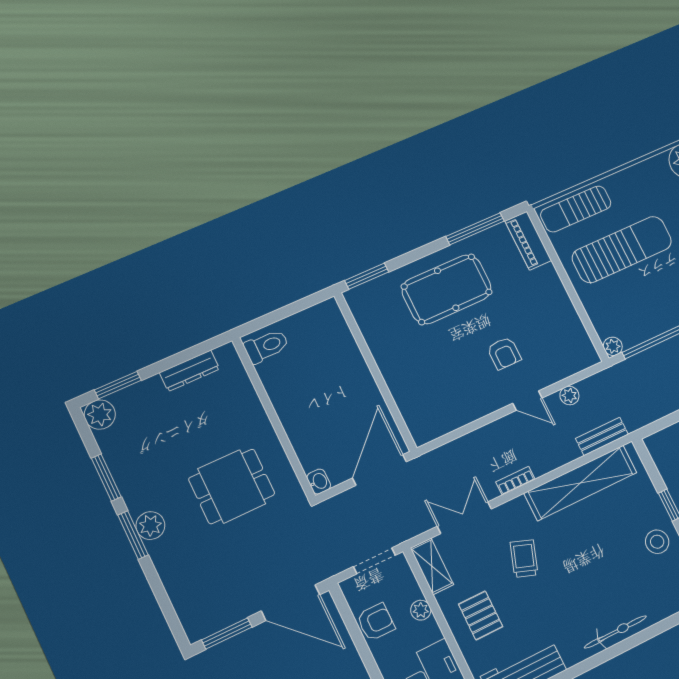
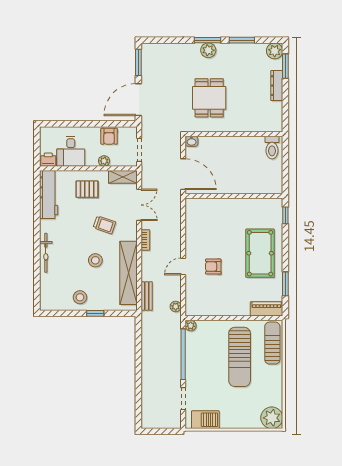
window: (475, 229) -> (285, 284), width x0.69
window: (367, 276) -> (285, 215), width x0.67
dresser: (189, 371) -> (277, 86), moved
plant: (569, 395) -> (176, 307), moved
stool: (587, 546) -> (95, 260), added

